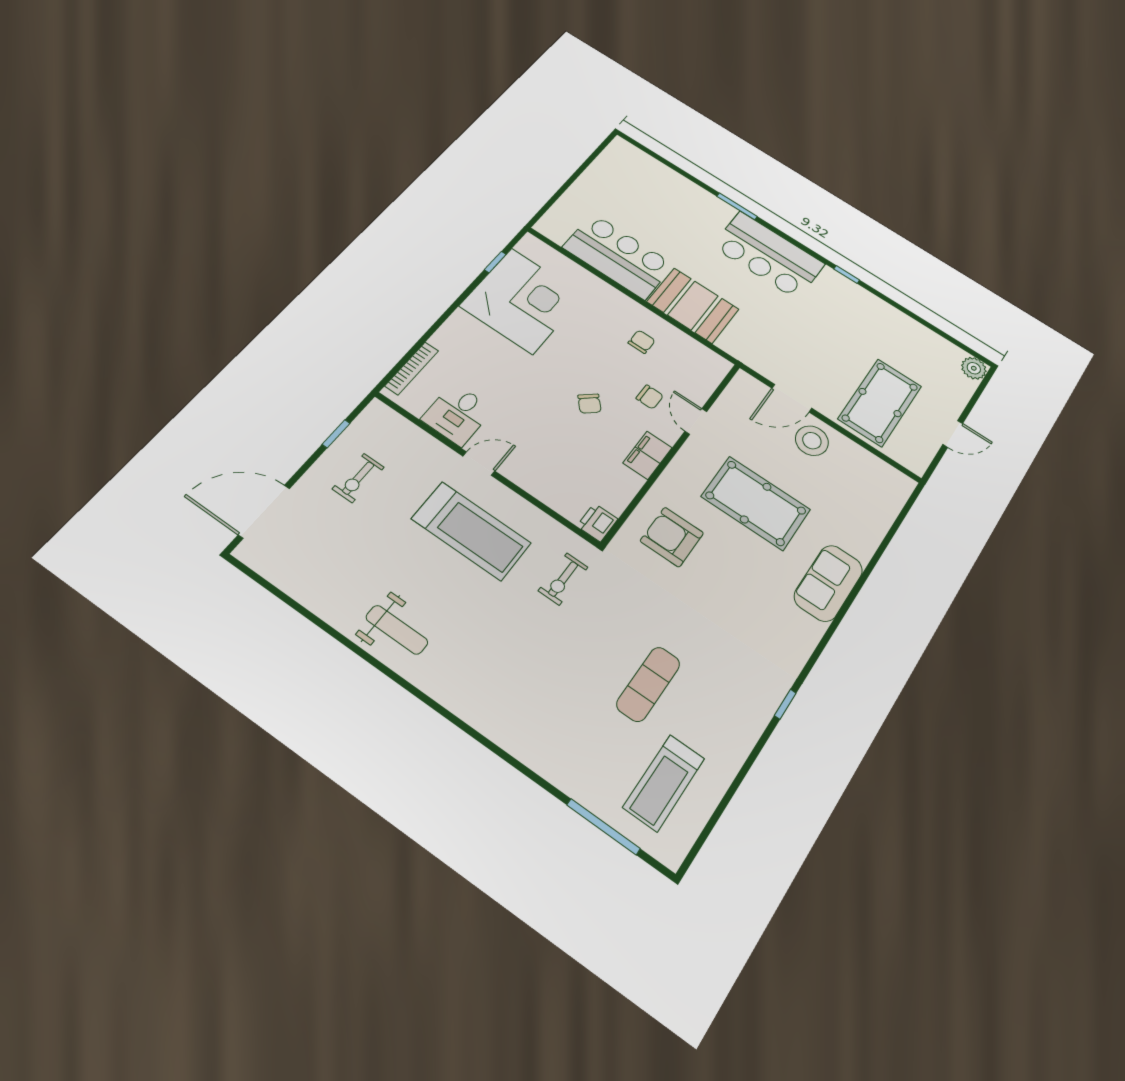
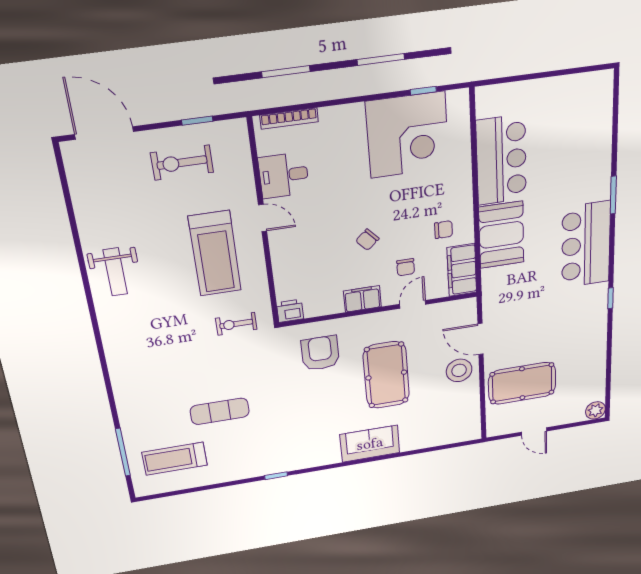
filing cabinet: (699, 358) -> (462, 270), added
exercise bike: (358, 478) -> (182, 163), width x1.38, depth x1.39

